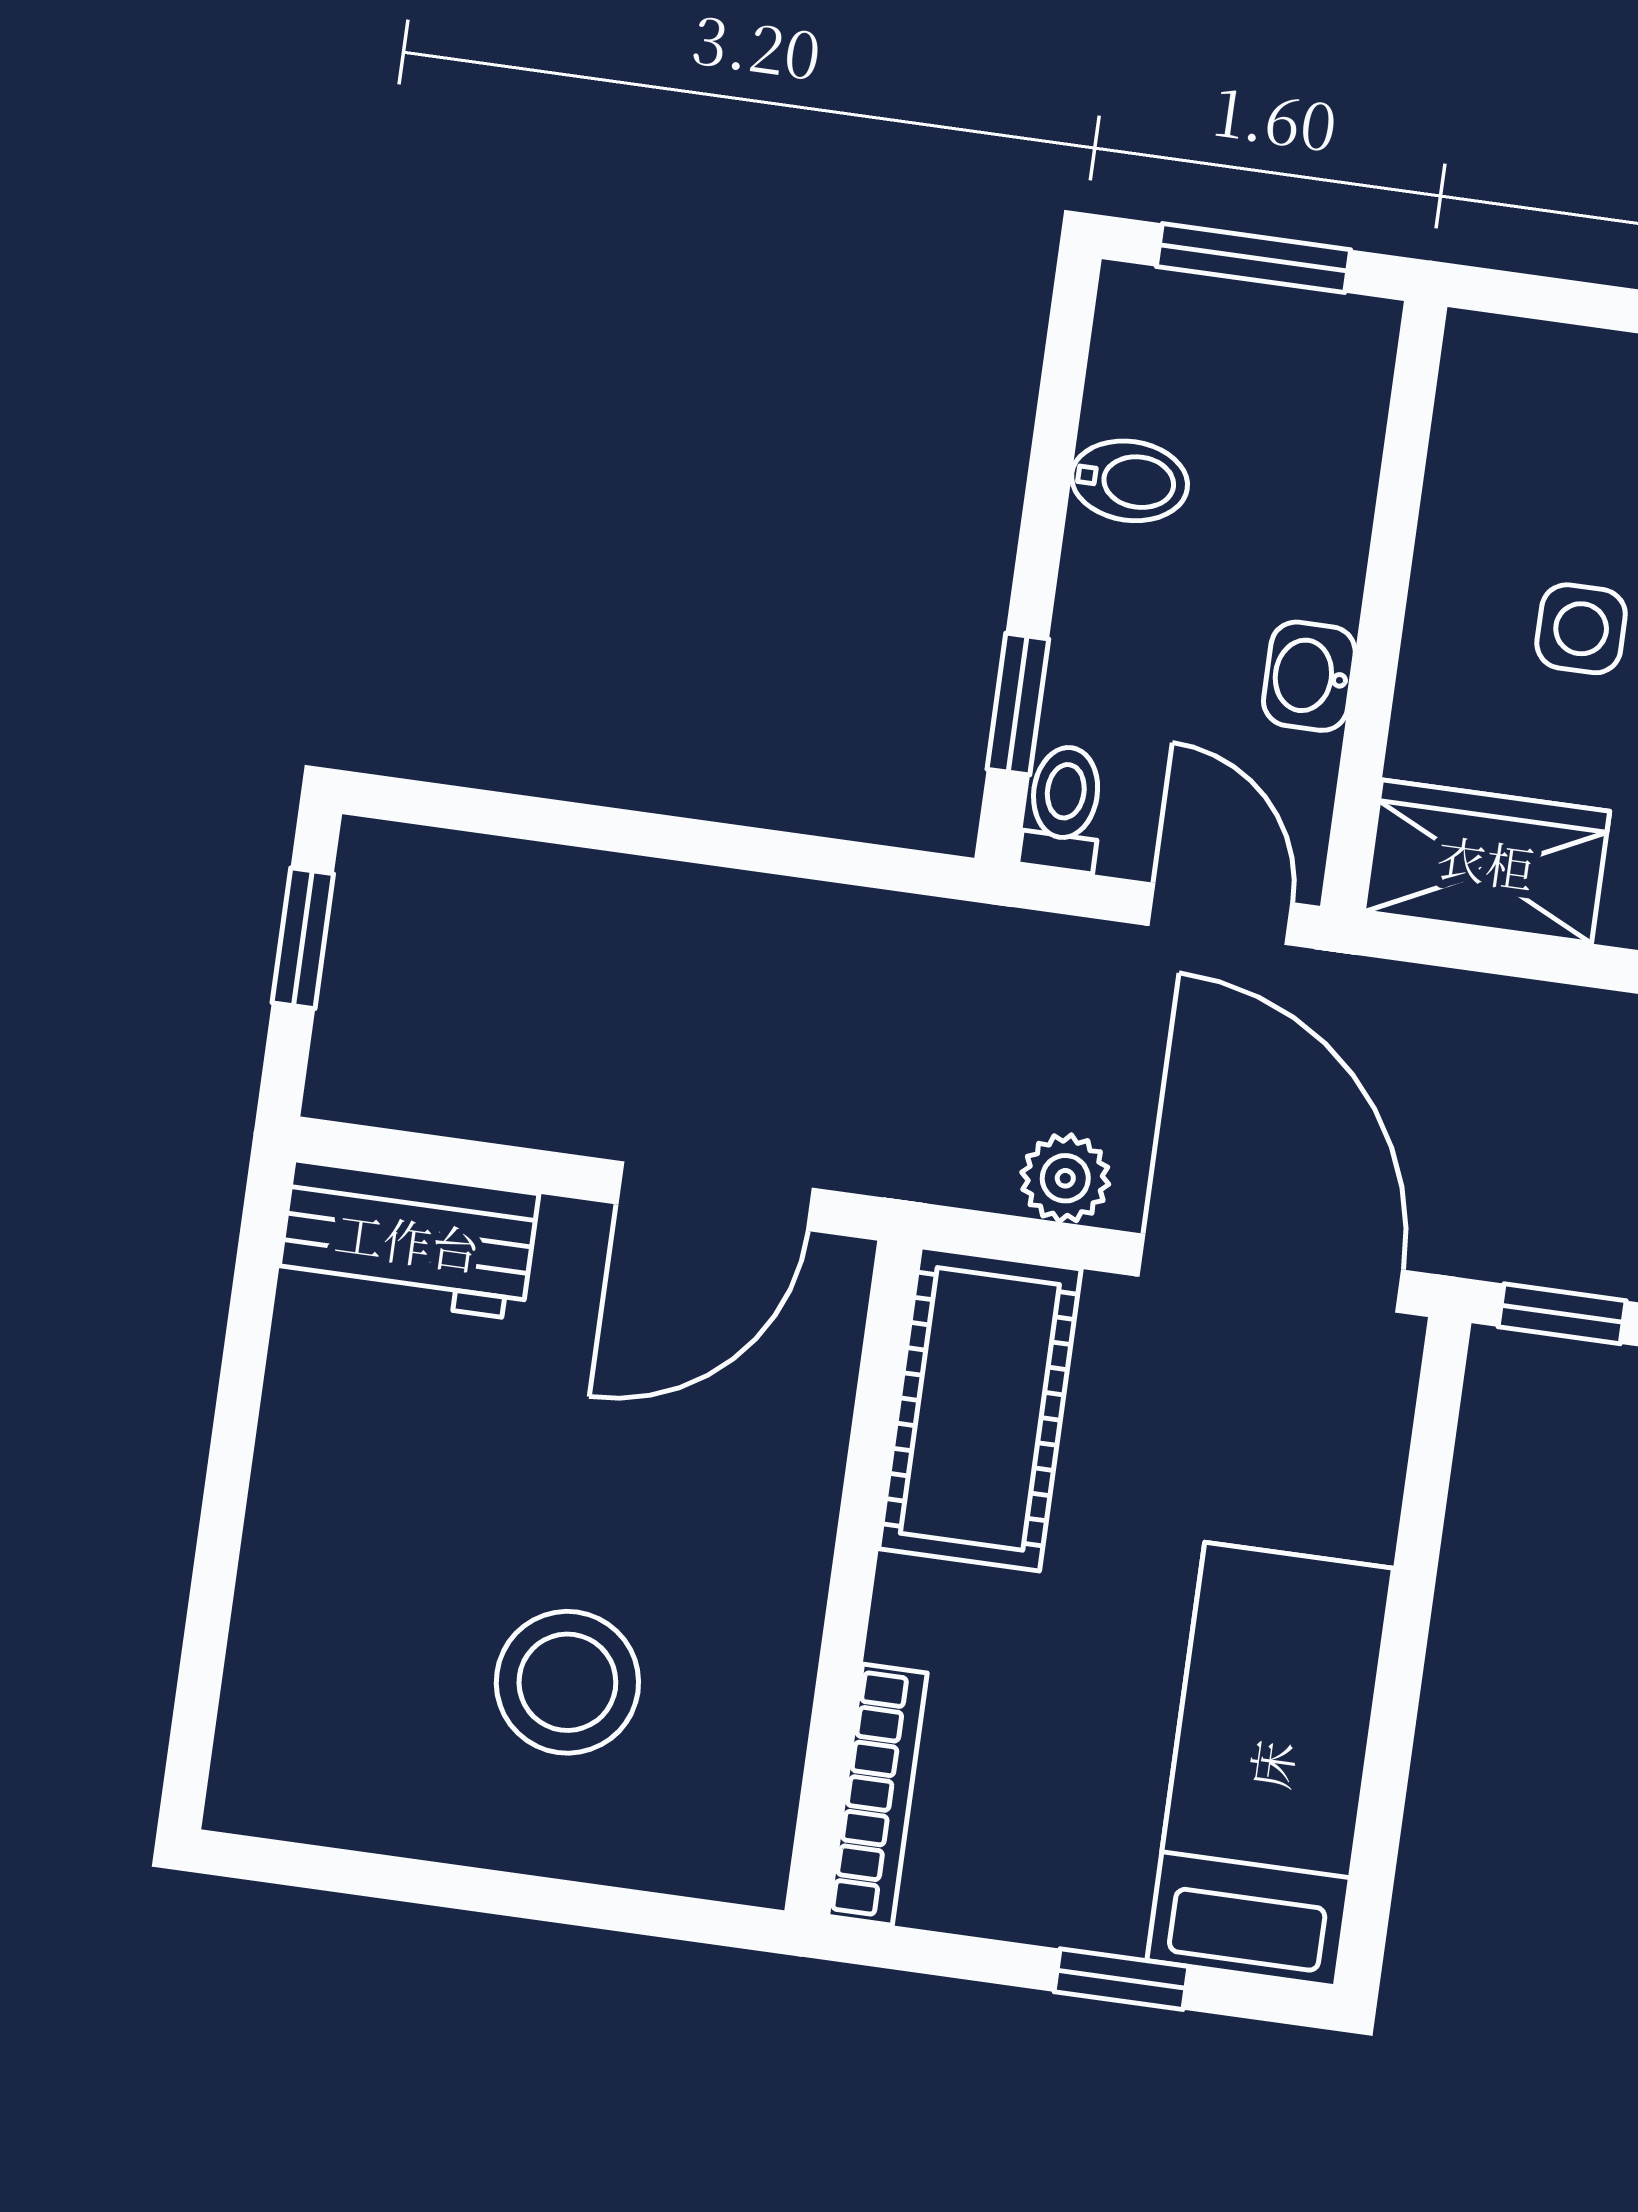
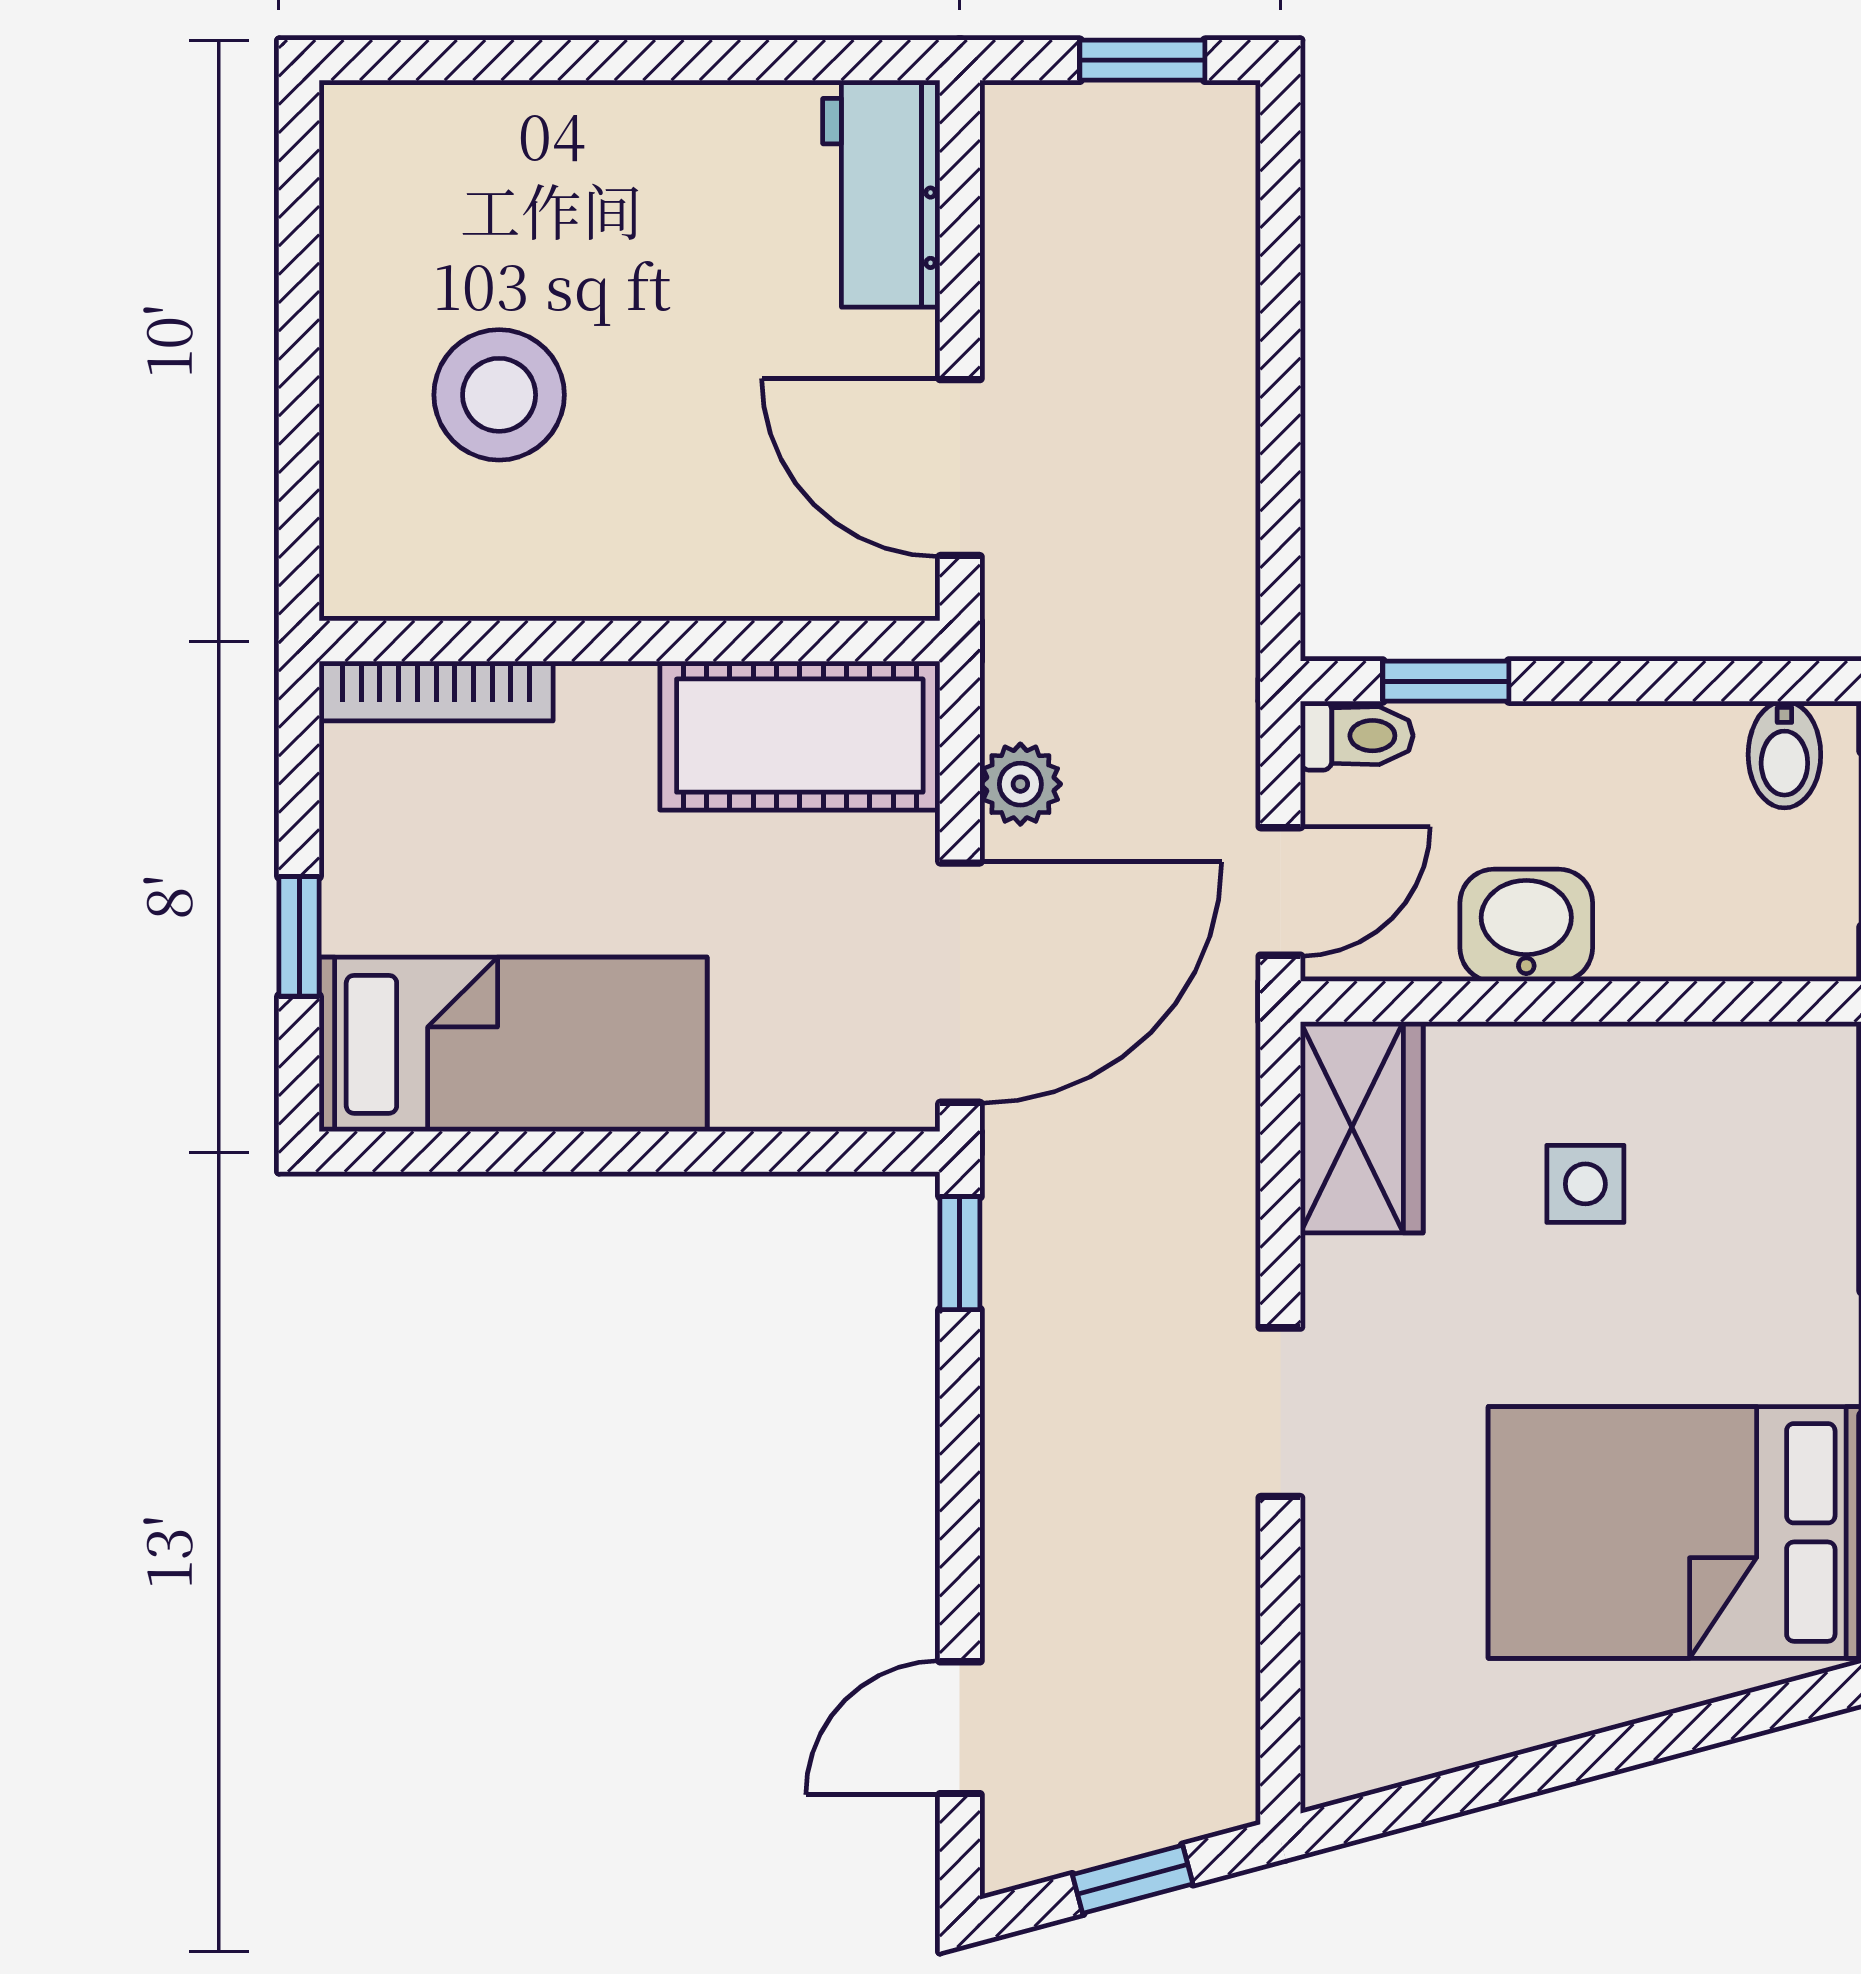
bidet: (1130, 481) -> (1784, 755), moved
washbasin: (1309, 676) -> (1526, 925), width x1.38, depth x1.45

